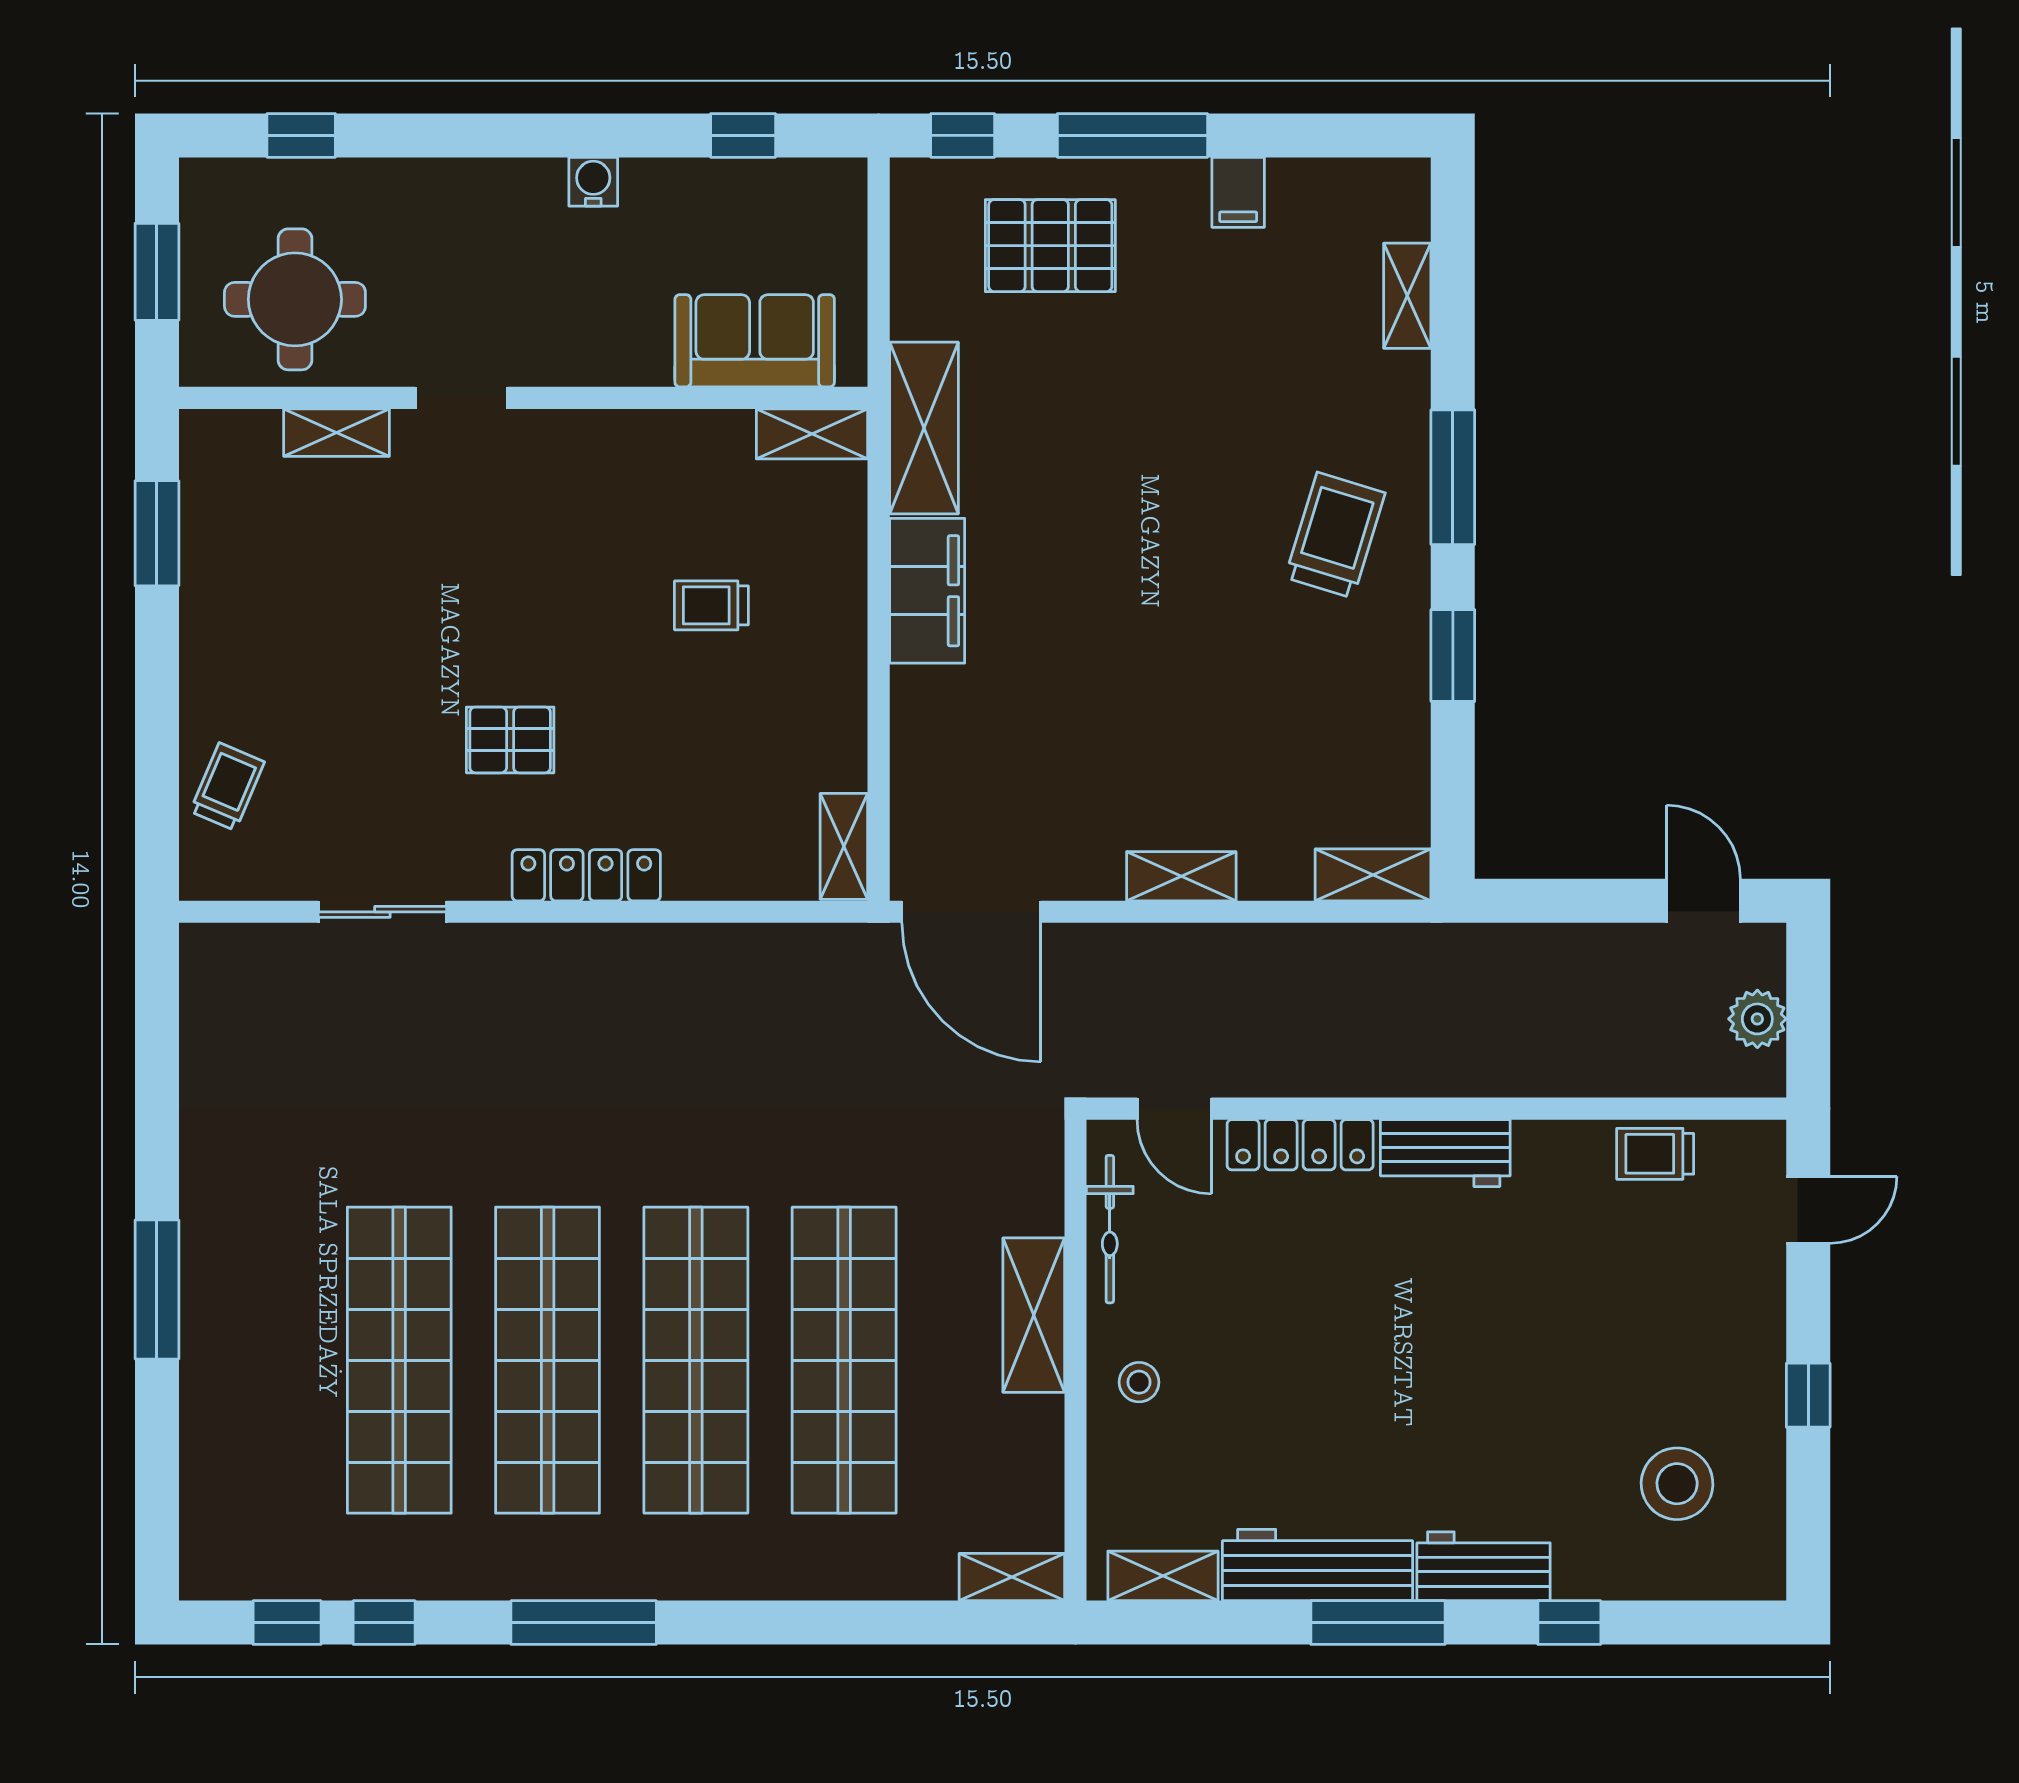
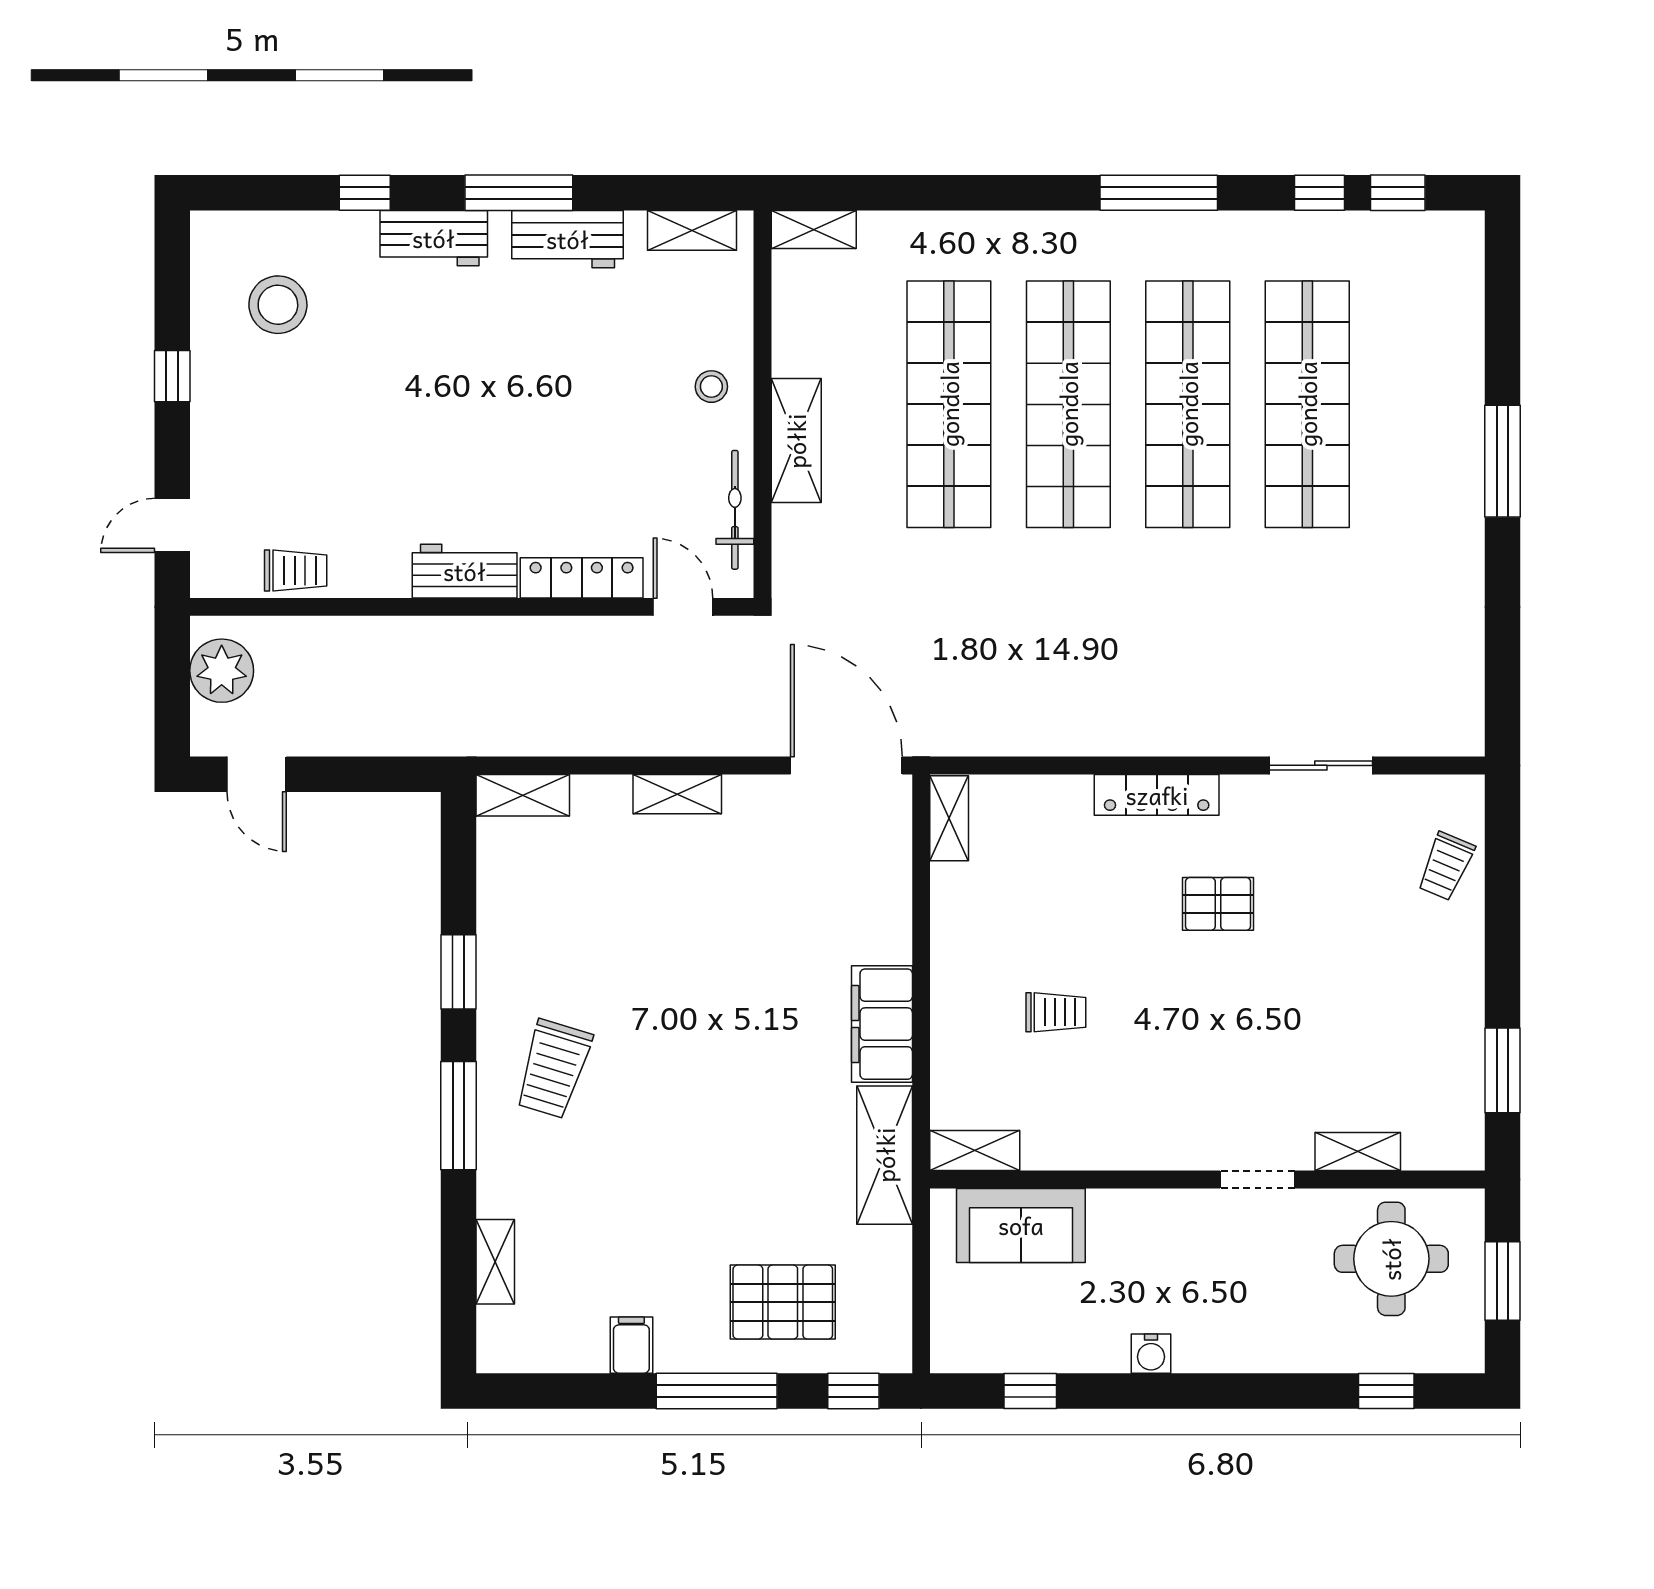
plant: (1757, 1019) -> (222, 671), width x1.36, depth x1.36
workbench: (1317, 1565) -> (568, 239), width x0.73

